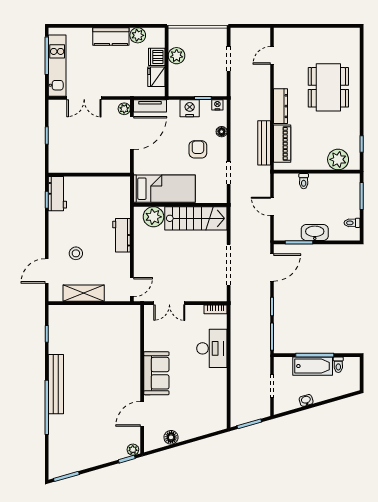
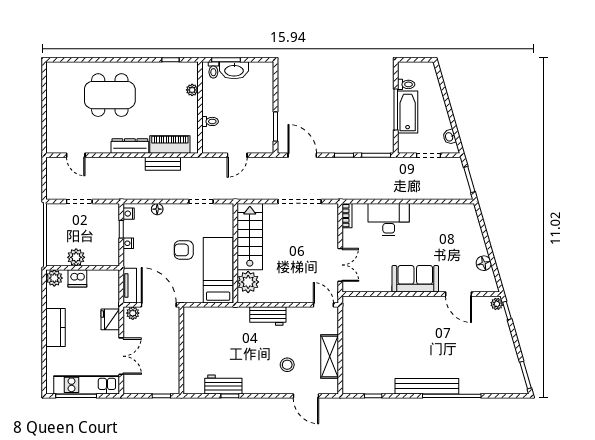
plant: (138, 35) -> (54, 278), moved
fridge: (156, 77) -> (110, 319), moved, turned 90
nightstand: (190, 108) -> (128, 243), width x0.53, depth x0.56
bench: (264, 143) -> (163, 164), width x0.73
armchair: (198, 149) -> (184, 250), moved
plant: (338, 159) -> (192, 90), width x0.53, depth x0.53
wall: (89, 175) -> (181, 350), moved
toilet: (352, 223) -> (213, 70), moved
washbasin: (315, 232) -> (234, 70), moved, turned -90
washbasin: (306, 400) -> (449, 137), moved

